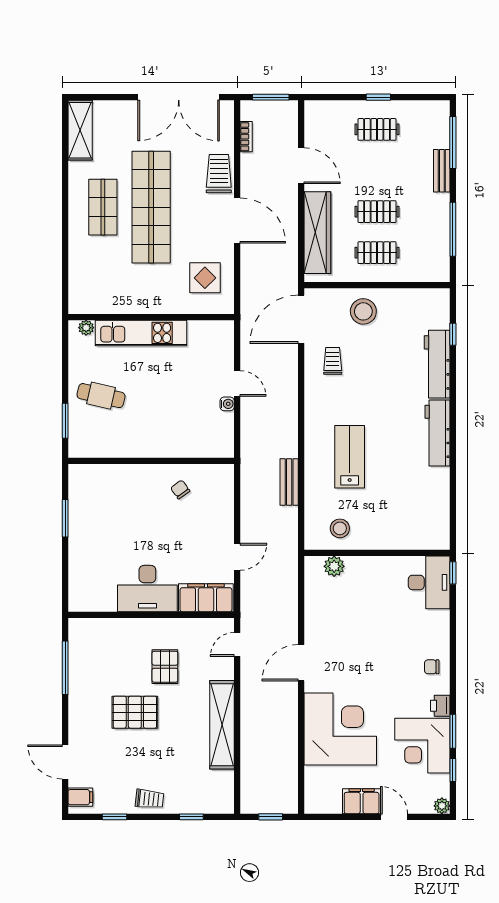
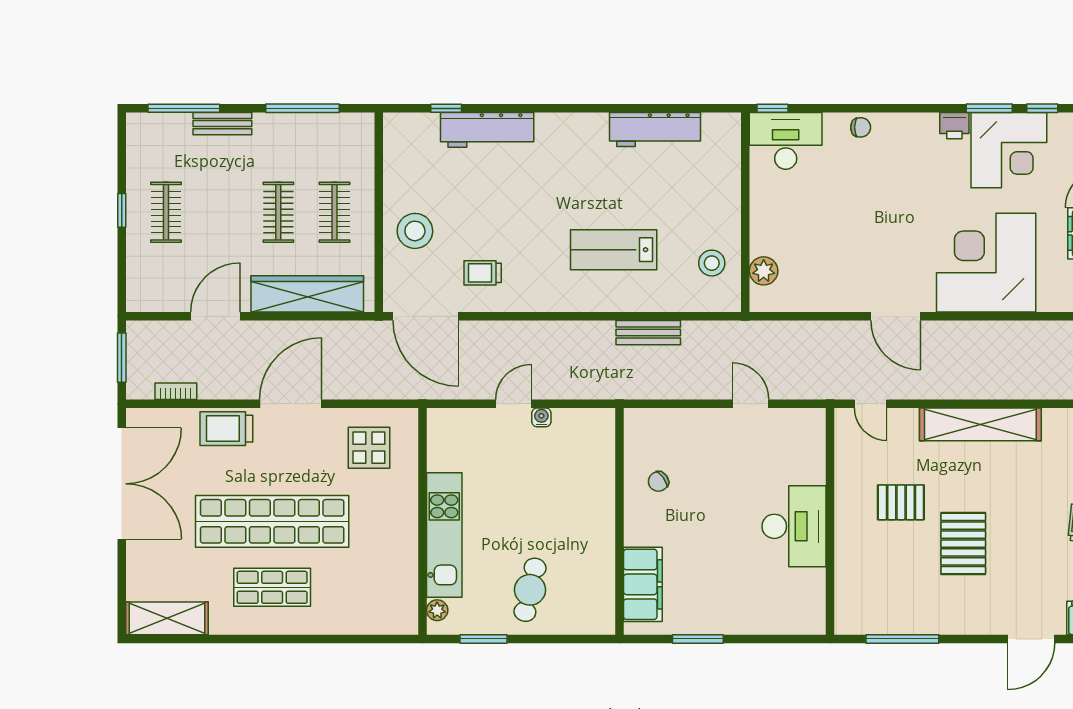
window: (65, 421) -> (483, 639), moved
workbench: (437, 433) -> (655, 129), moved
filing cabinet: (206, 598) -> (643, 584), moved, turned 180
chair: (432, 667) -> (861, 127), moved, turned -90

